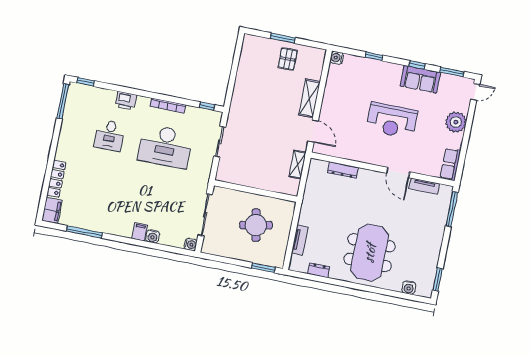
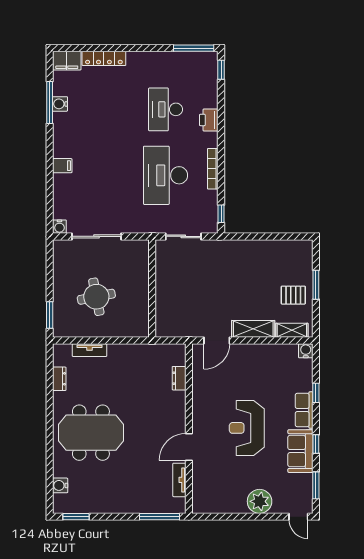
desk: (110, 135) -> (166, 109), width x1.37
shelving: (297, 164) -> (292, 330), moved
row of seats: (450, 164) -> (304, 410), moved, turned -90
dresser: (343, 170) -> (179, 378), width x0.70
wall: (256, 191) -> (152, 288), moved
water cooler: (153, 236) -> (60, 104), moved

